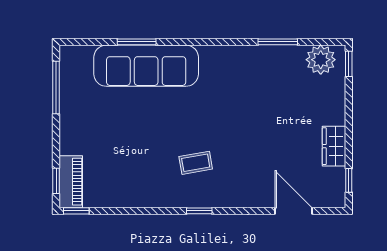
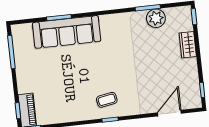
plant: (321, 60) -> (156, 18), moved
wardrobe: (334, 146) -> (188, 45), moved
coffee table: (196, 163) -> (107, 100), moved
door: (294, 211) -> (169, 113), hinge flipped

